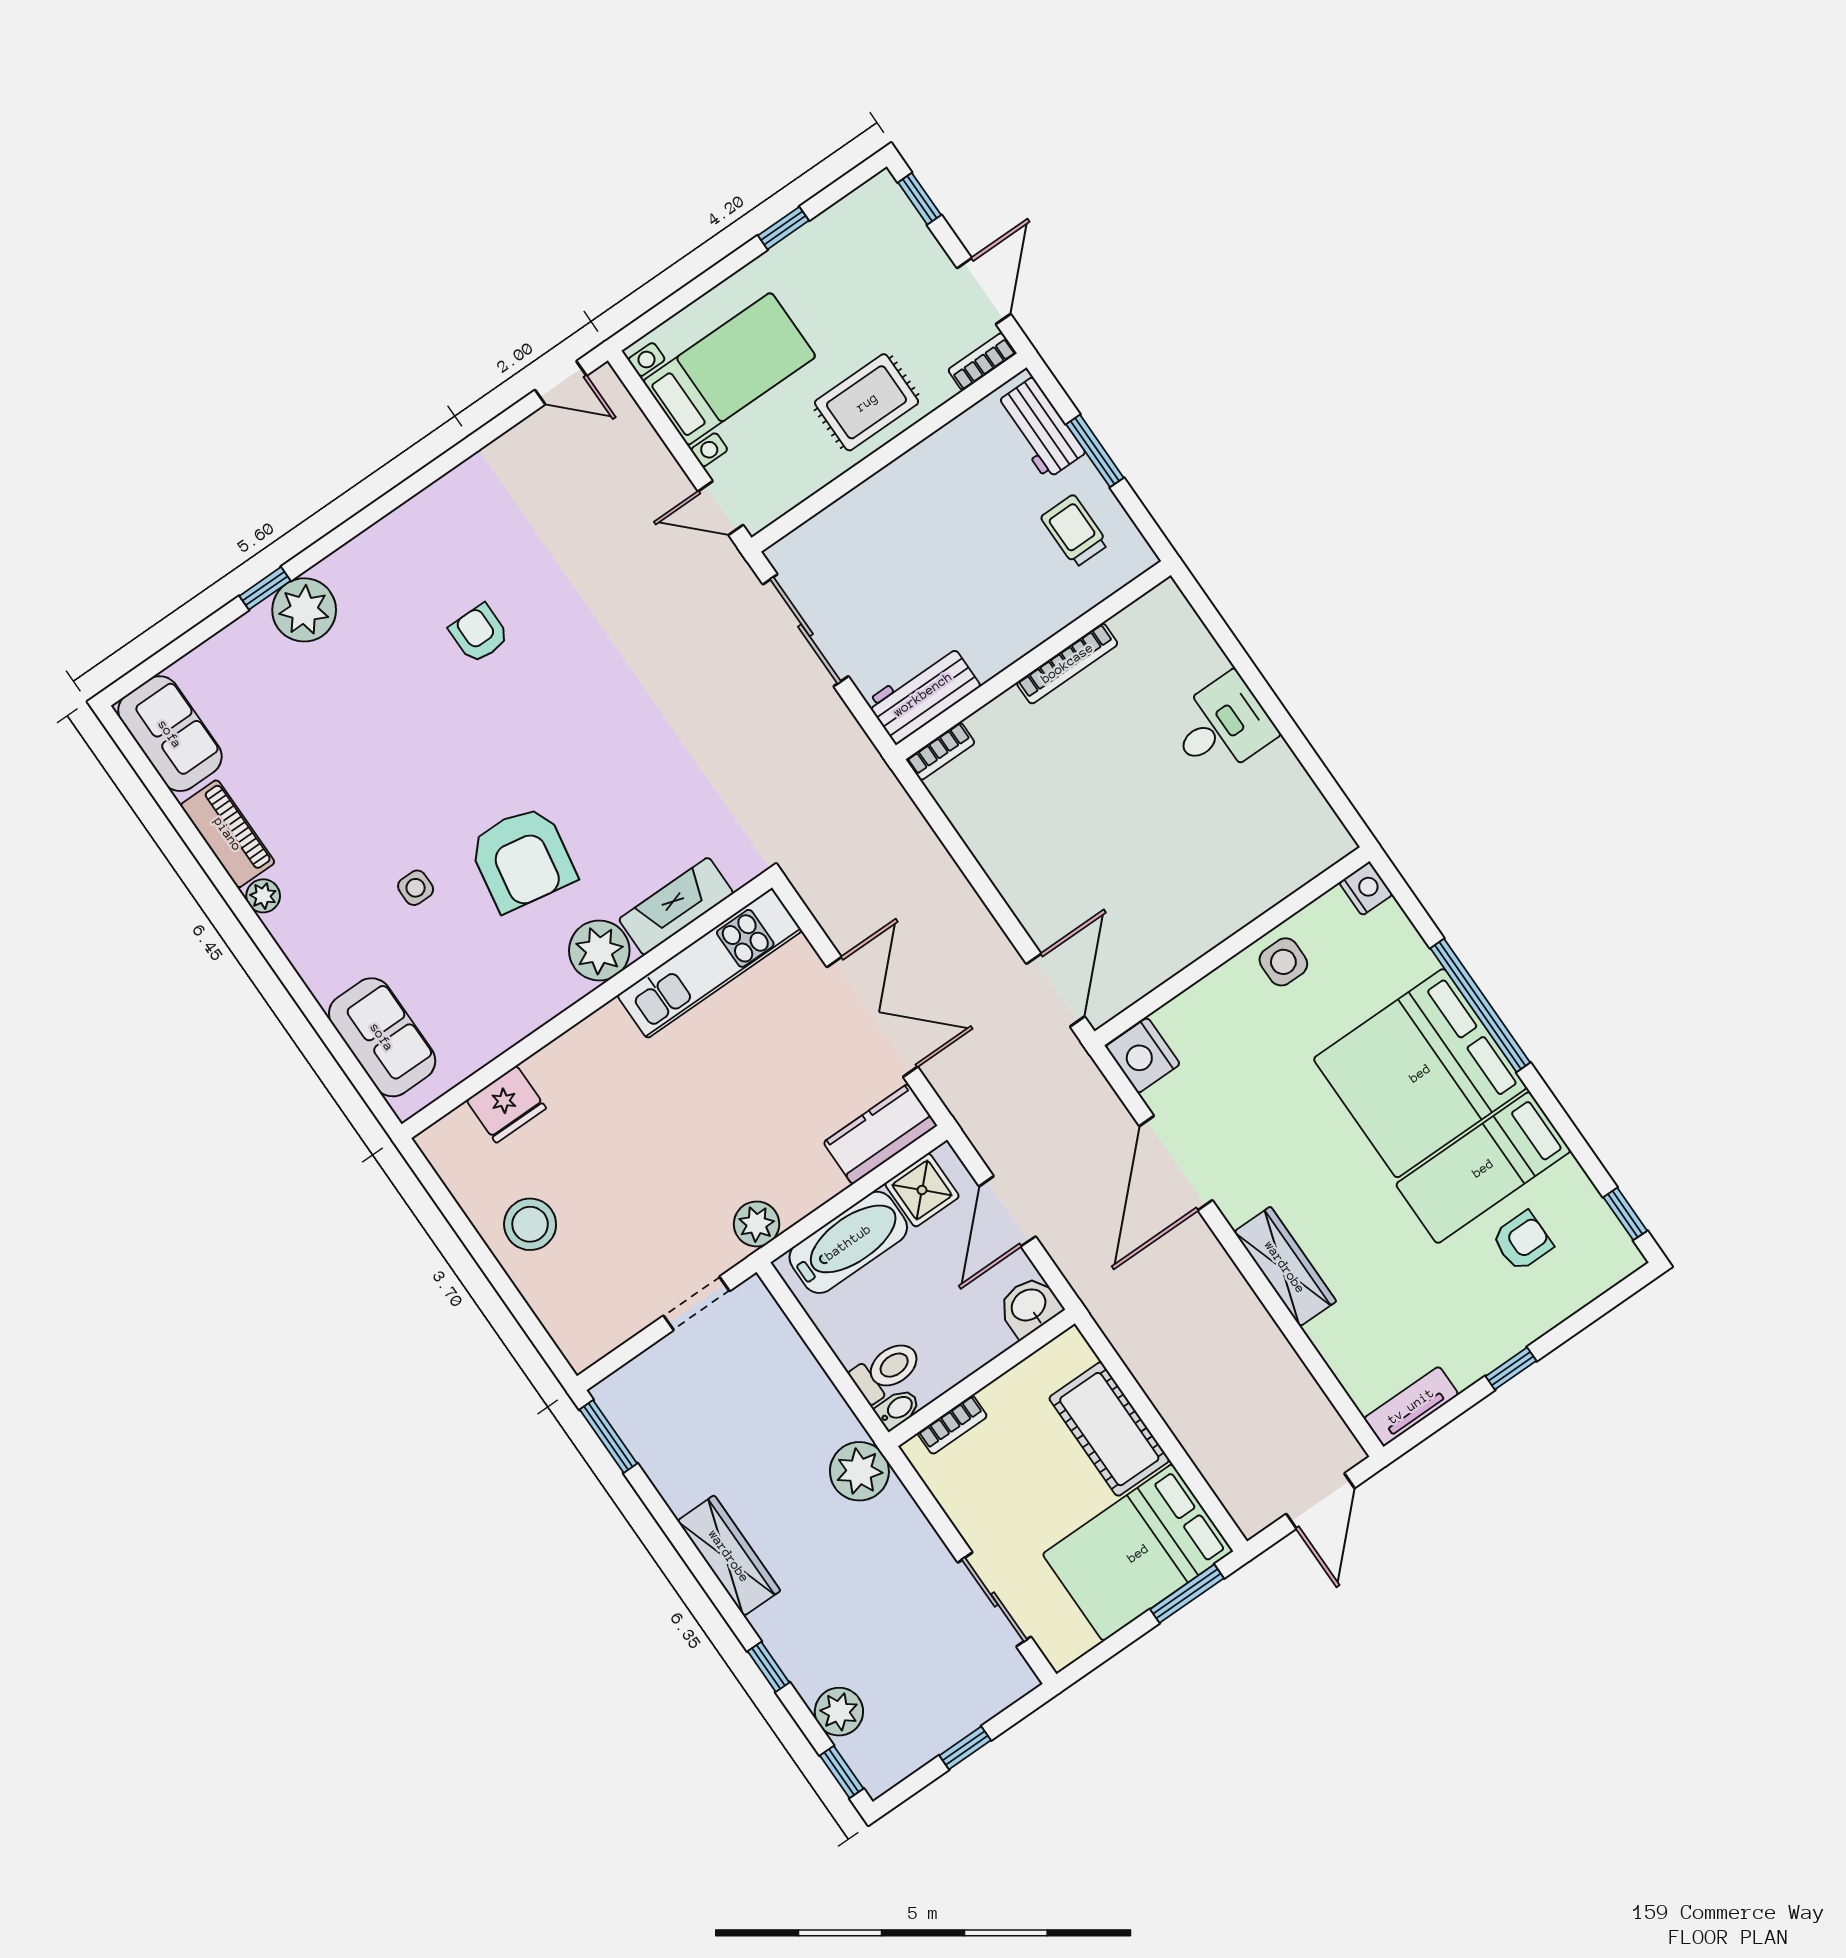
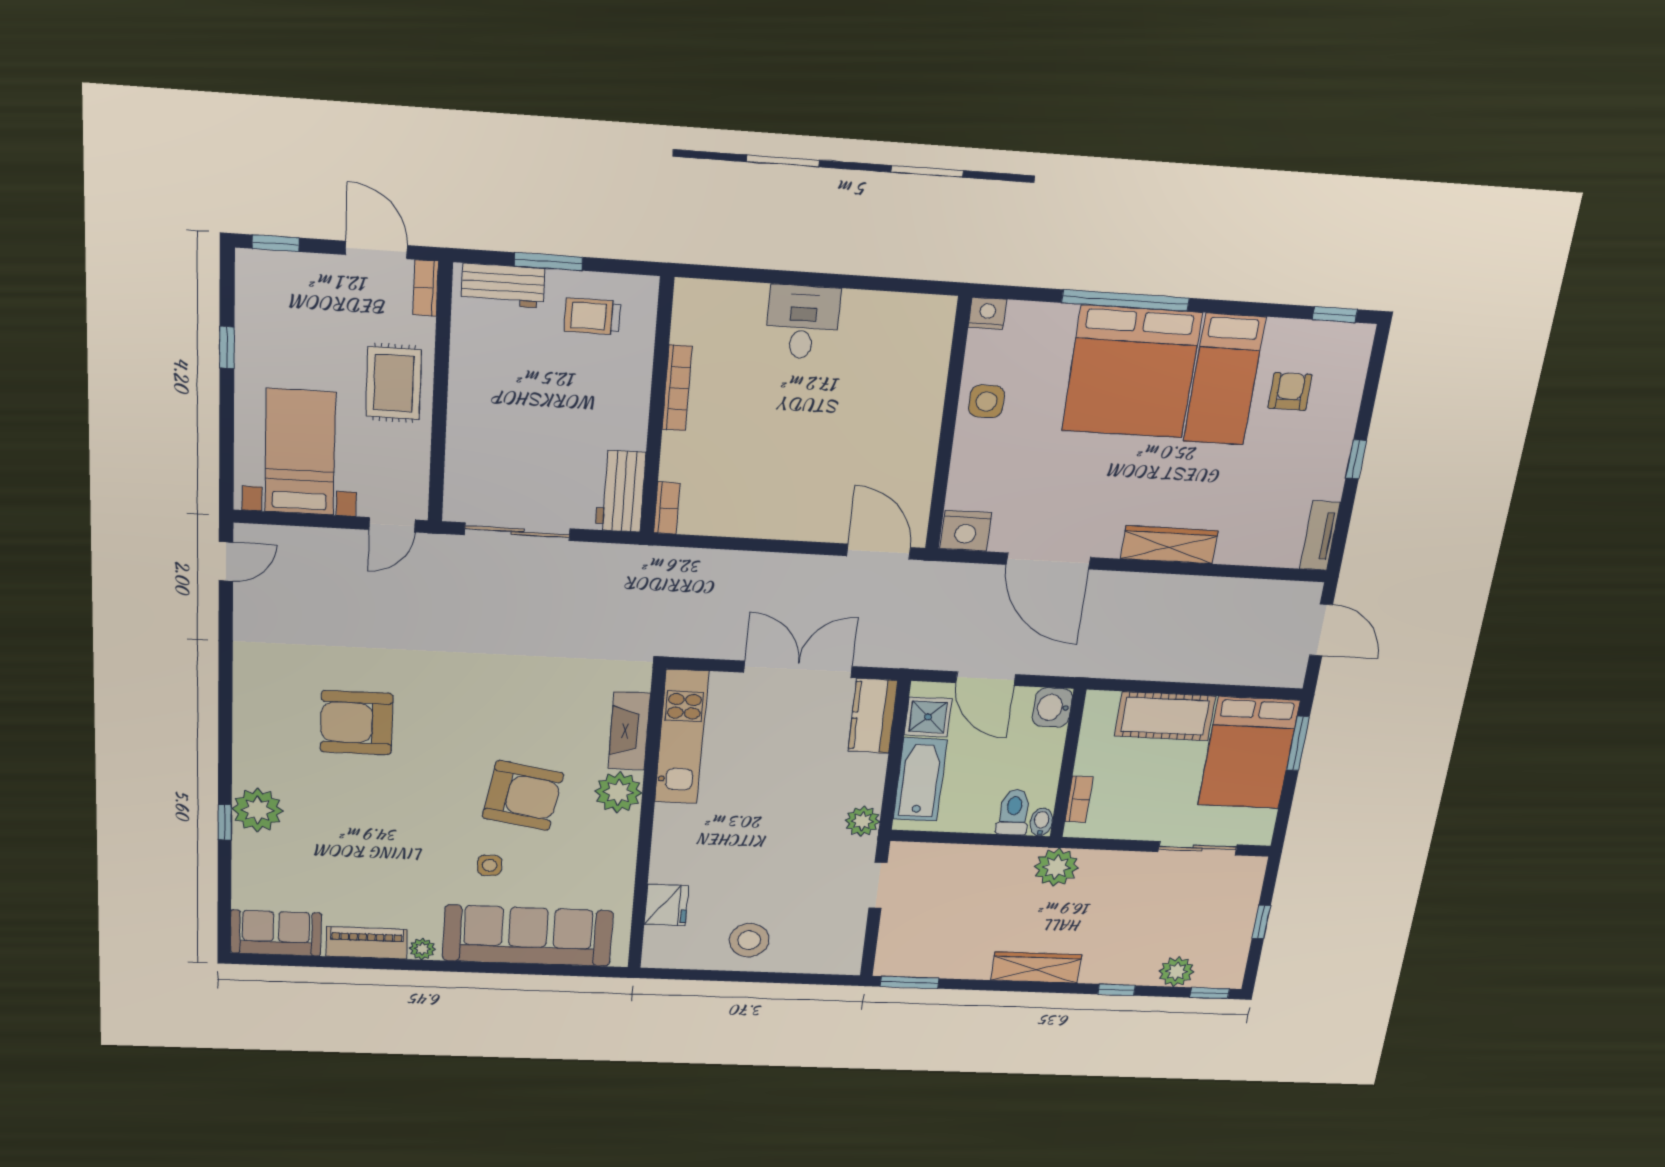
armchair: (479, 633) -> (357, 723), width x1.88, depth x1.88
sofa: (382, 1037) -> (528, 936), width x1.85, depth x1.27

